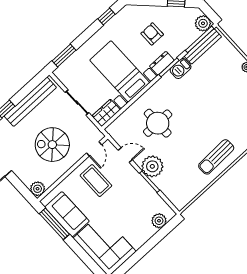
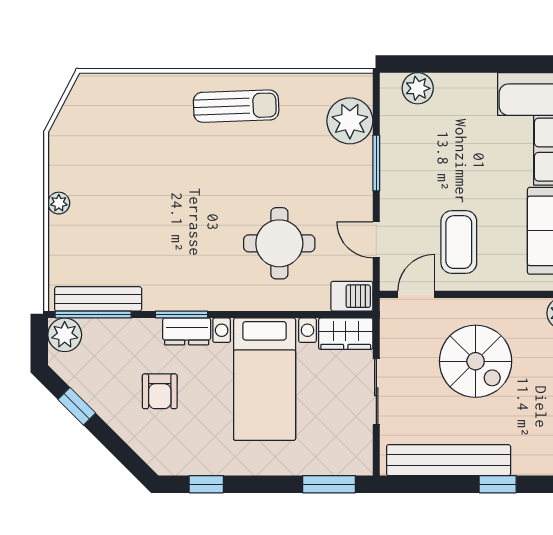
barbecue: (181, 69) -> (352, 296), moved
plant: (152, 166) -> (350, 121), moved

